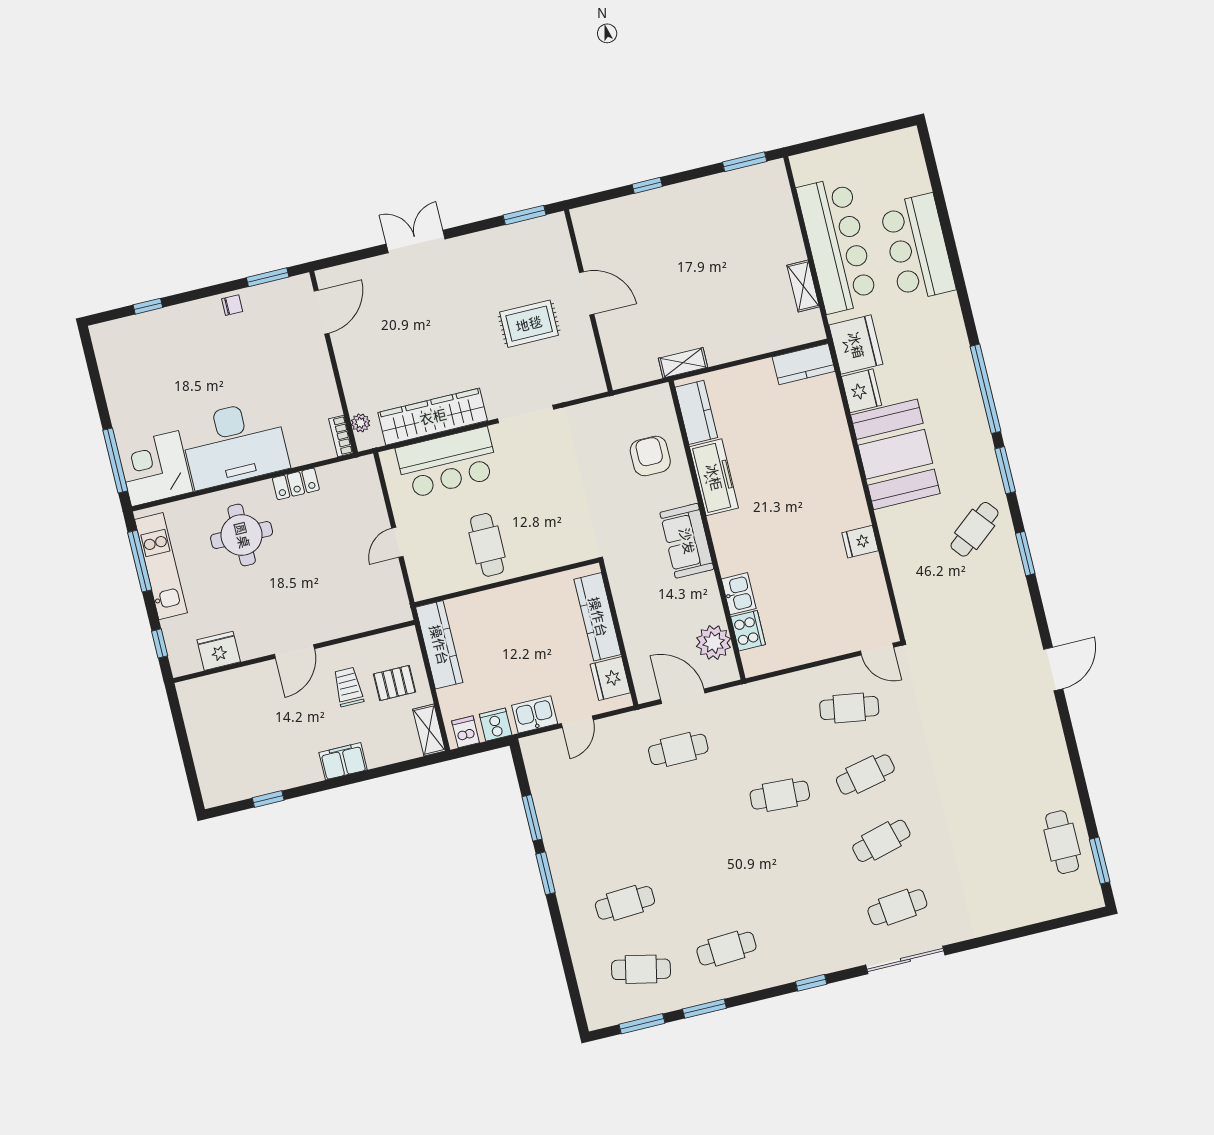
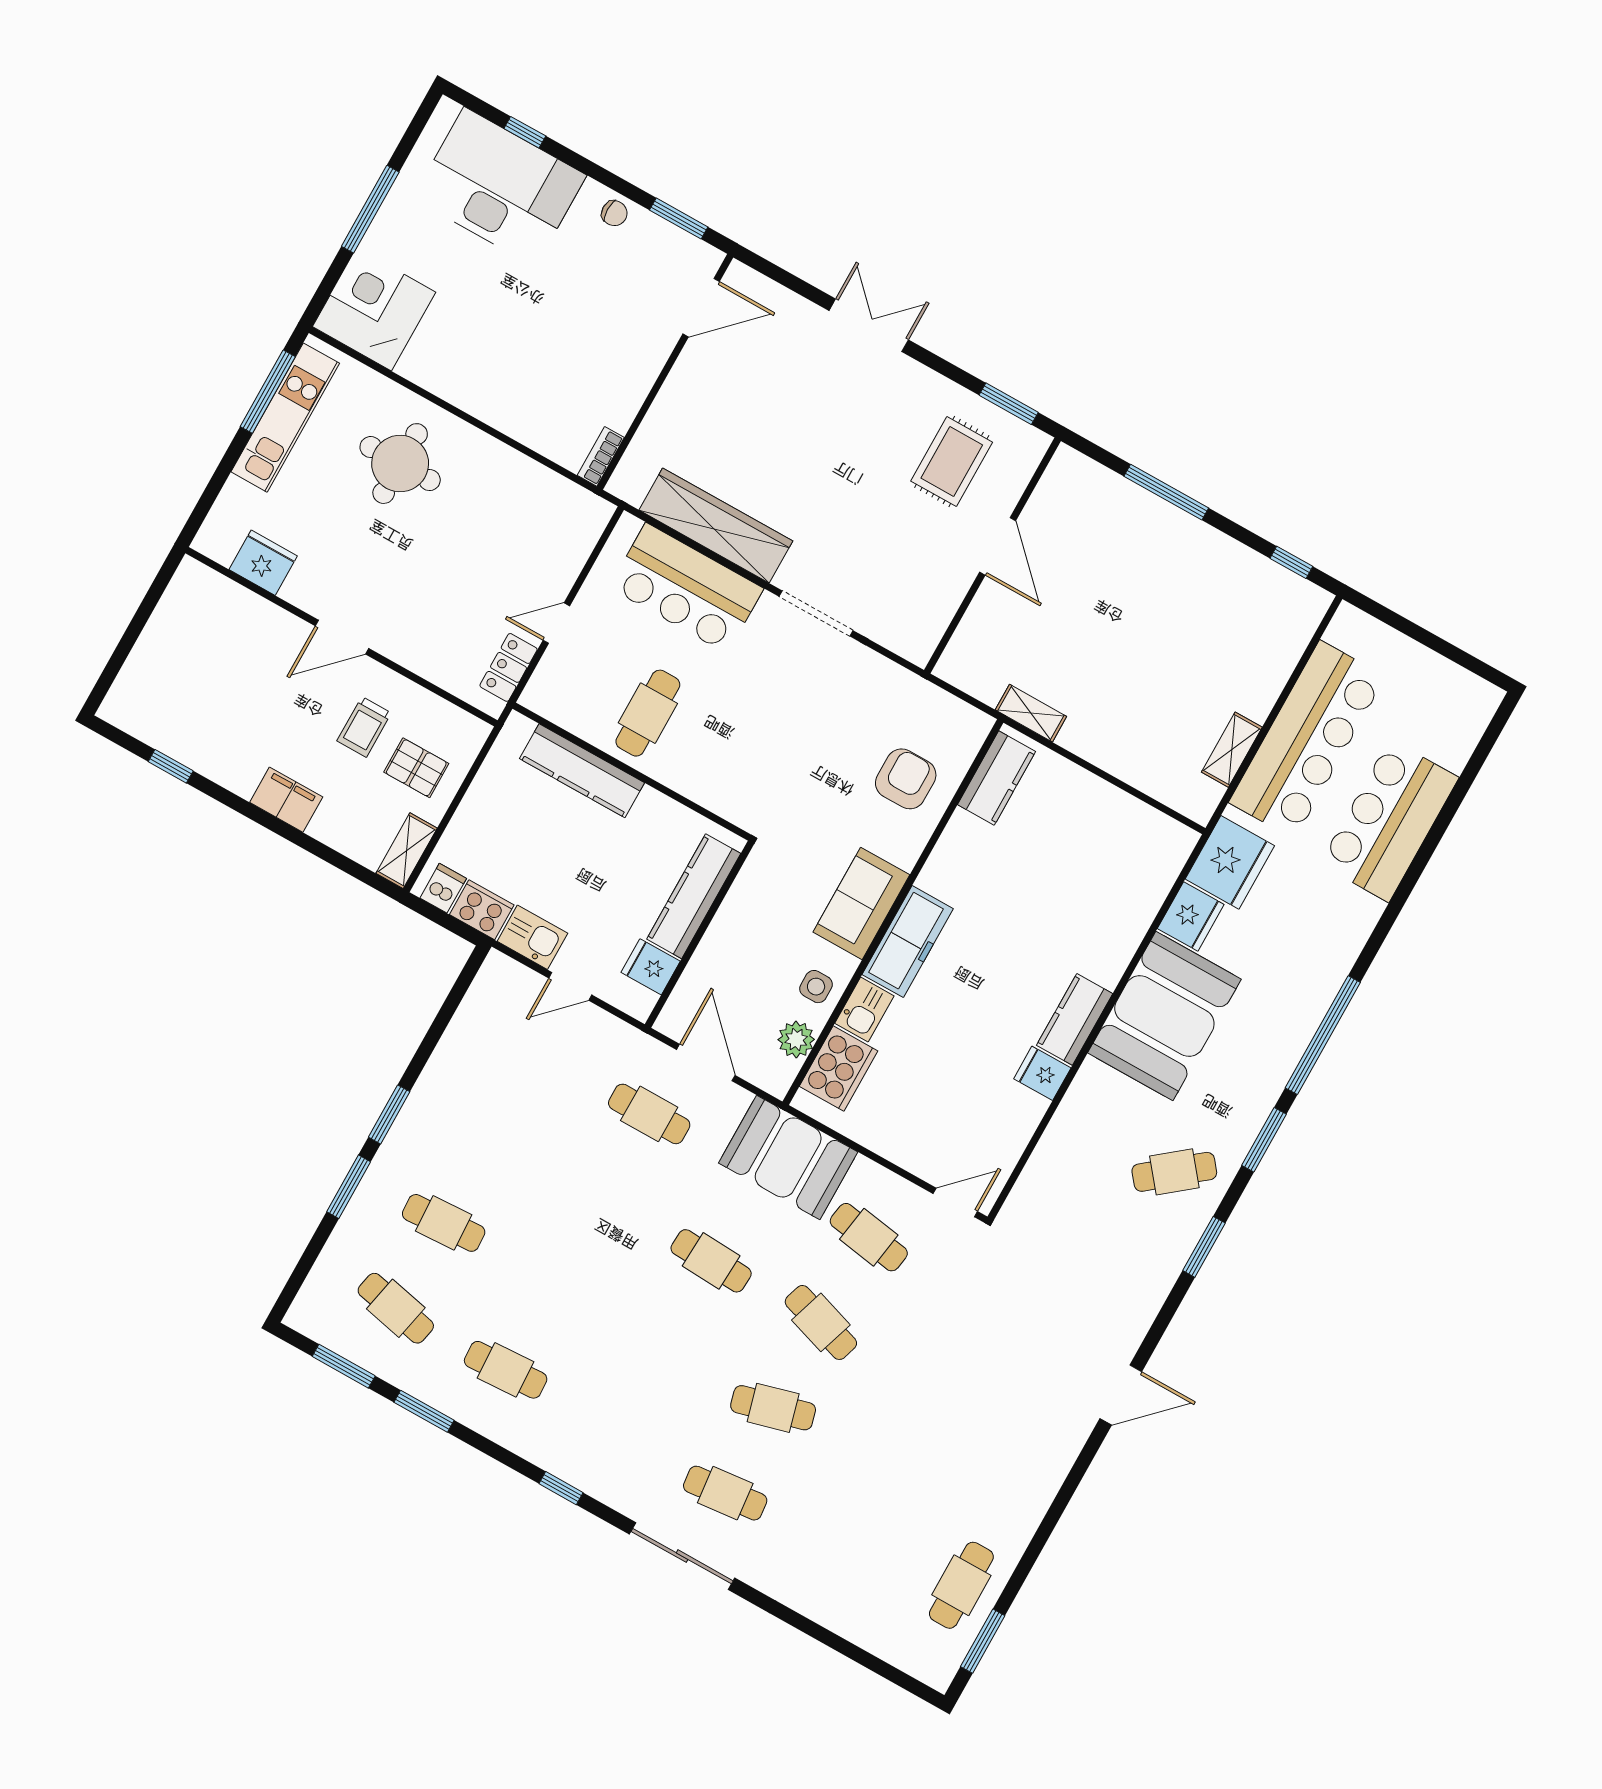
window: (745, 162) -> (1291, 562), width x0.67
window: (647, 185) -> (1166, 492), width x2.17
rug: (529, 324) -> (952, 462), moved, turned 90
kitchen counter: (804, 364) -> (1075, 1019), moved, turned 90
plant: (361, 423) -> (634, 462), removed
desk: (234, 444) -> (500, 187), moved, turned 180
window: (115, 460) -> (370, 209), moved
freezer: (714, 477) -> (908, 942), moved
locker: (296, 484) -> (509, 667), moved, turned 90
side table: (703, 605) -> (816, 987), added
cooker: (748, 631) -> (839, 1069), width x1.37, depth x1.31
window: (160, 643) -> (208, 497), removed
plant: (714, 643) -> (796, 1040), width x0.73, depth x0.73
kitchen counter: (439, 645) -> (582, 771), moved, turned 90
door: (877, 649) -> (955, 1203), swing flipped
fridge: (610, 679) -> (651, 967), width x0.72
trolley: (348, 687) -> (364, 727), turned 180
booth: (770, 706) -> (788, 1157), added
cooker: (496, 725) -> (482, 910), width x1.36
cafe table: (865, 774) -> (821, 1322), turned 30
window: (532, 818) -> (349, 1187), moved

